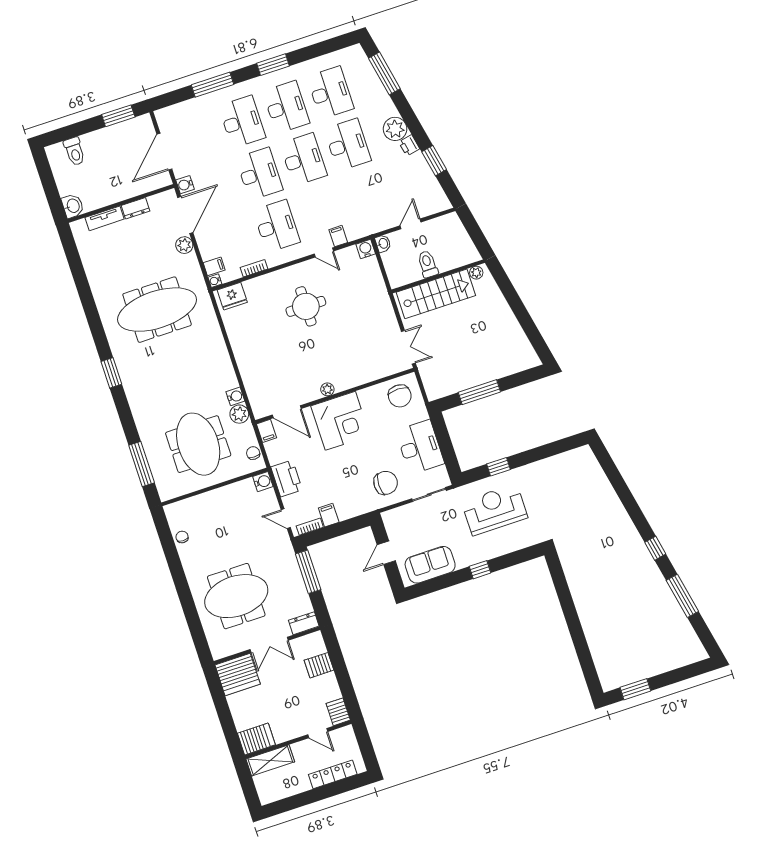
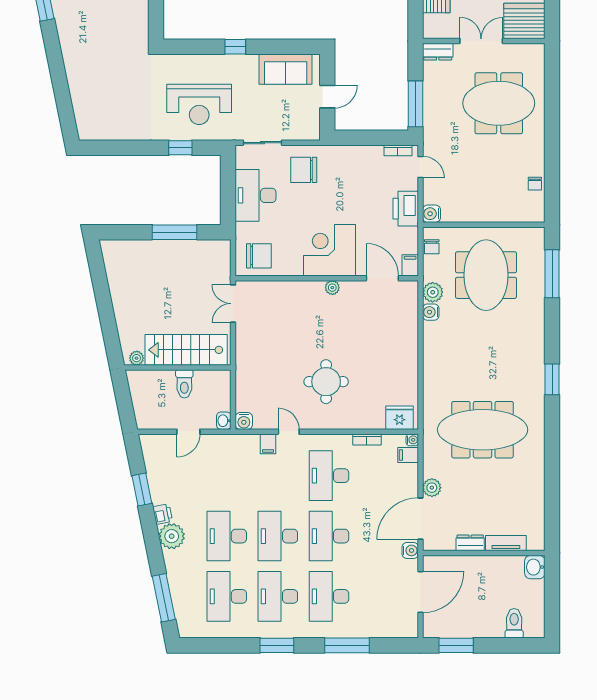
chair: (400, 396) -> (259, 256), turned 90
filing cabinet: (329, 515) -> (374, 156), removed

